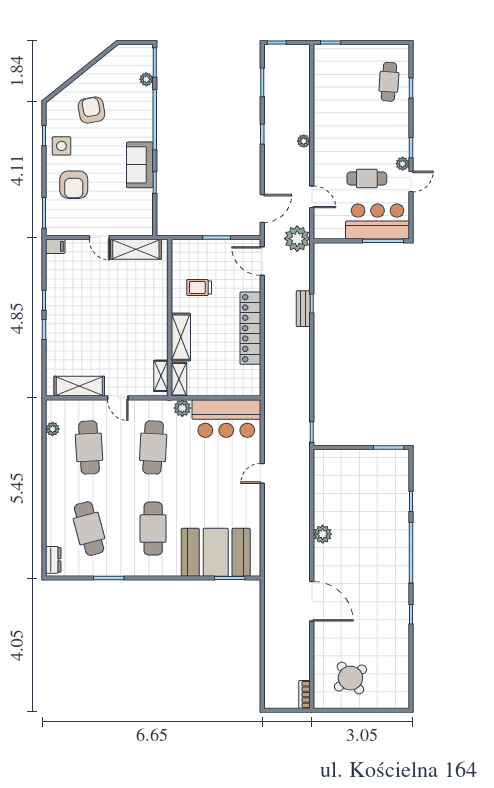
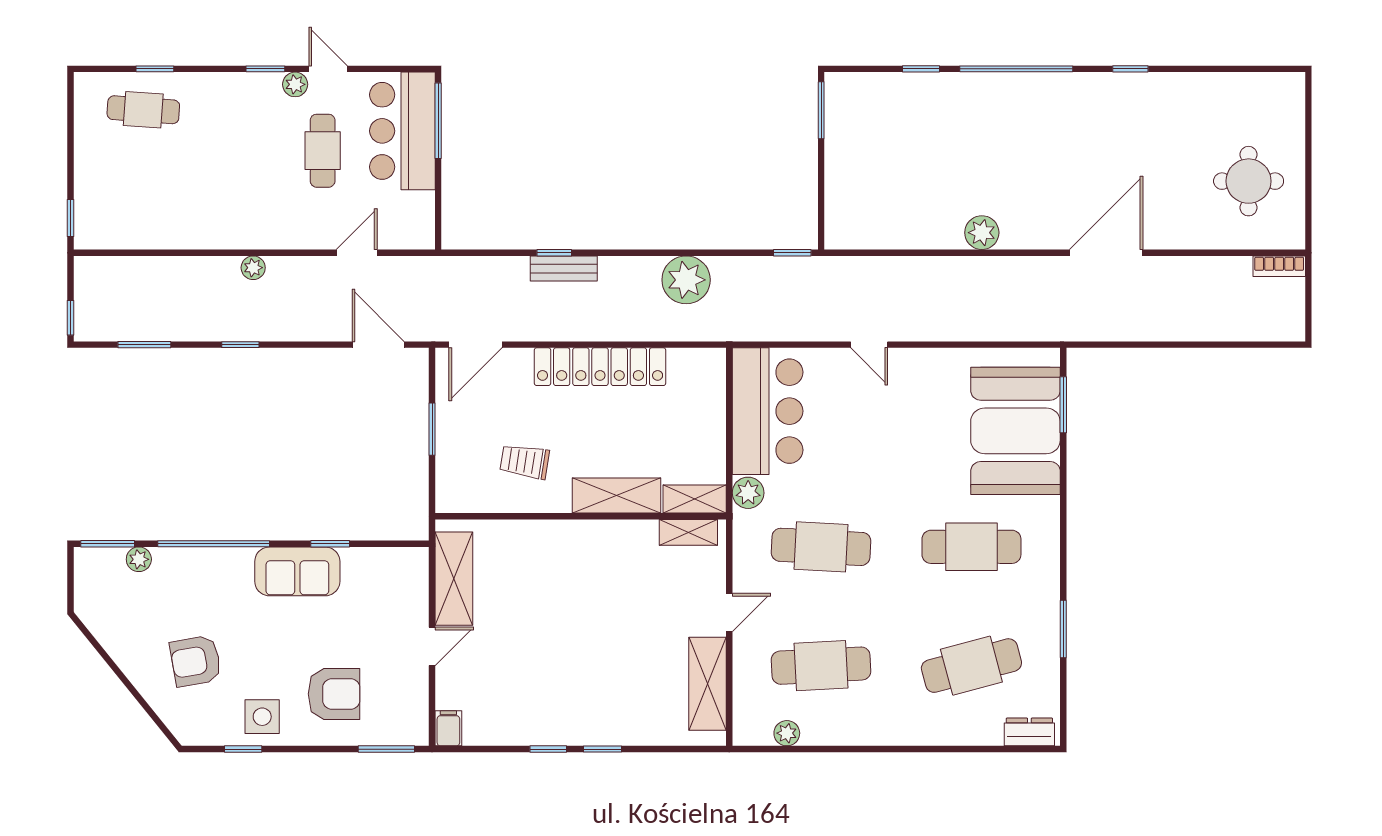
plant: (297, 239) -> (686, 280), moved
trolley: (199, 287) -> (525, 462), turned 99
round table: (350, 678) -> (1249, 181), turned 37

